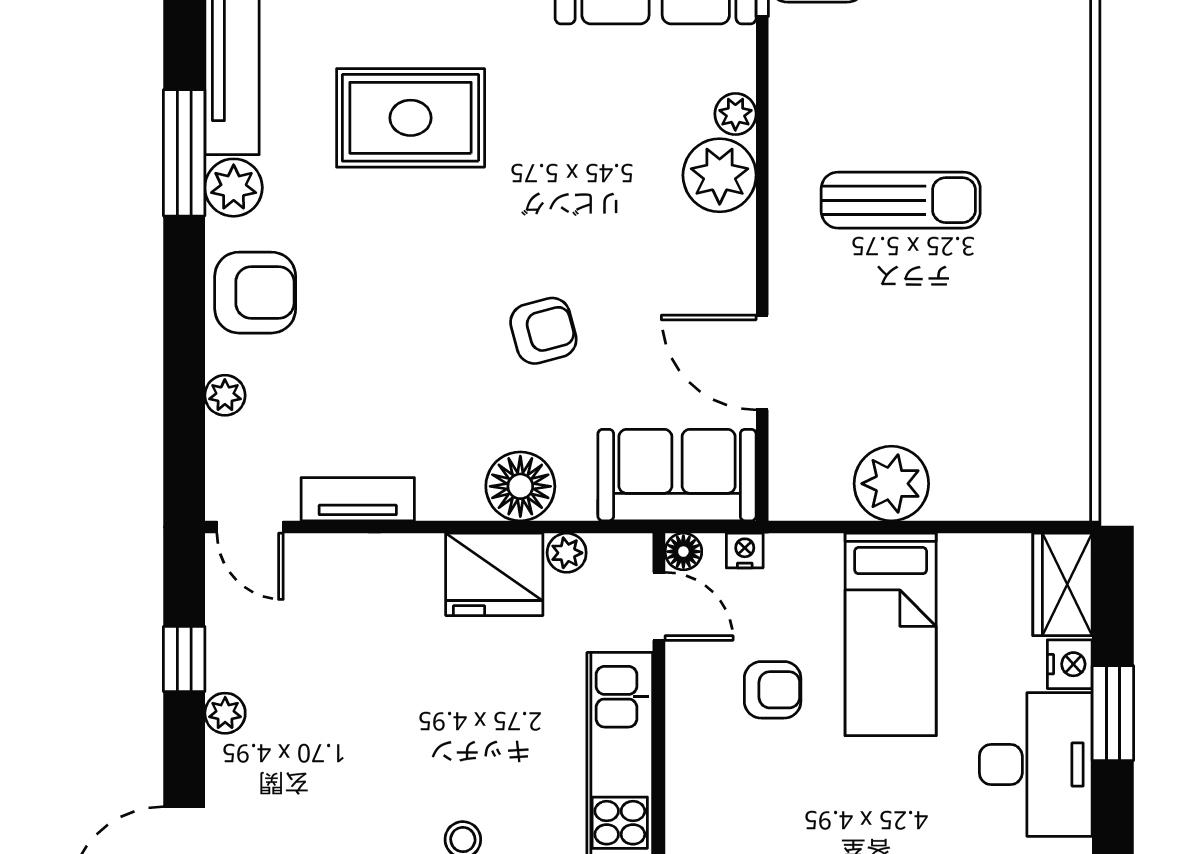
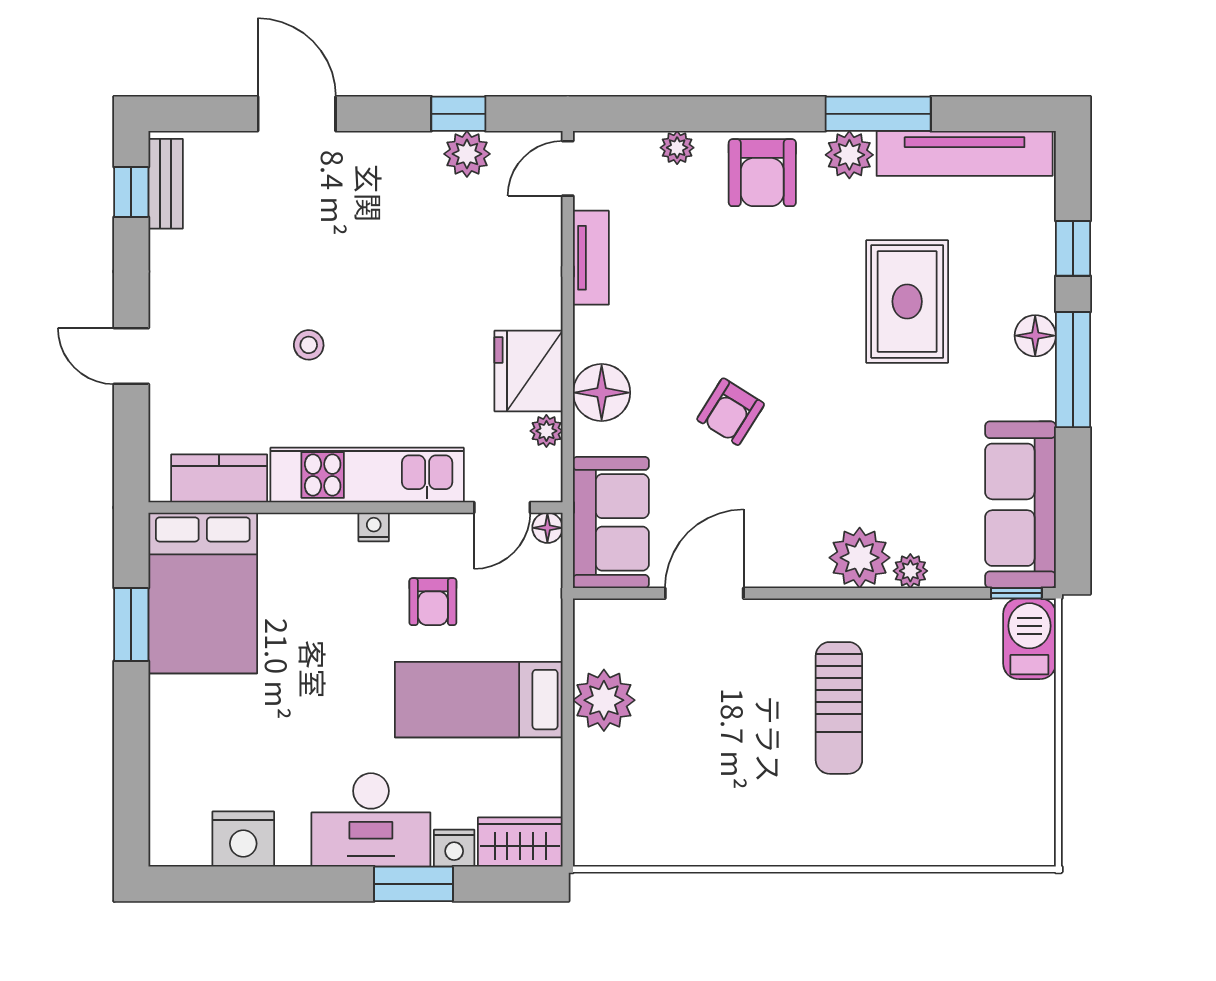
armchair: (543, 331) -> (731, 412), turned 47
nightstand: (745, 551) -> (374, 527), moved, turned -90
plant: (225, 713) -> (467, 154), moved, width x1.38, depth x1.38

